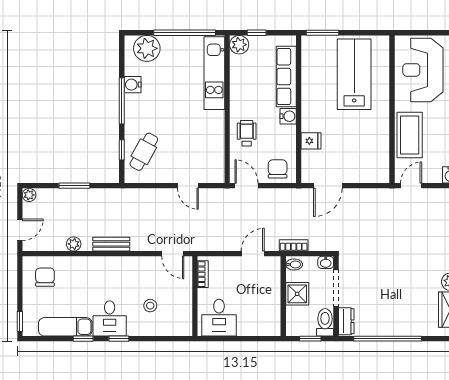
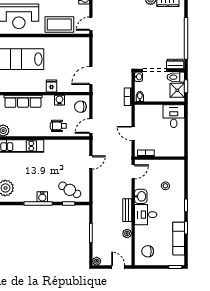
water cooler: (133, 85) -> (42, 197), moved
water cooler: (288, 116) -> (59, 100), moved
fridge: (311, 141) -> (51, 86), moved
door: (328, 186) -> (91, 75), swing flipped
door: (411, 186) -> (91, 24), hinge flipped
door: (253, 254) -> (133, 133), moved
washbasin: (133, 266) -> (141, 196), added
shower: (297, 294) -> (177, 90), moved
desk: (110, 318) -> (146, 215), moved, turned 180
desk: (219, 318) -> (174, 116), moved, turned -90

